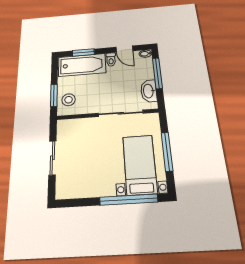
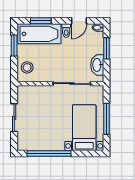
door: (124, 49) -> (79, 21), hinge flipped
window: (157, 73) -> (106, 48), width x0.69
window: (54, 95) -> (14, 46), moved
window: (129, 200) -> (49, 153), moved

